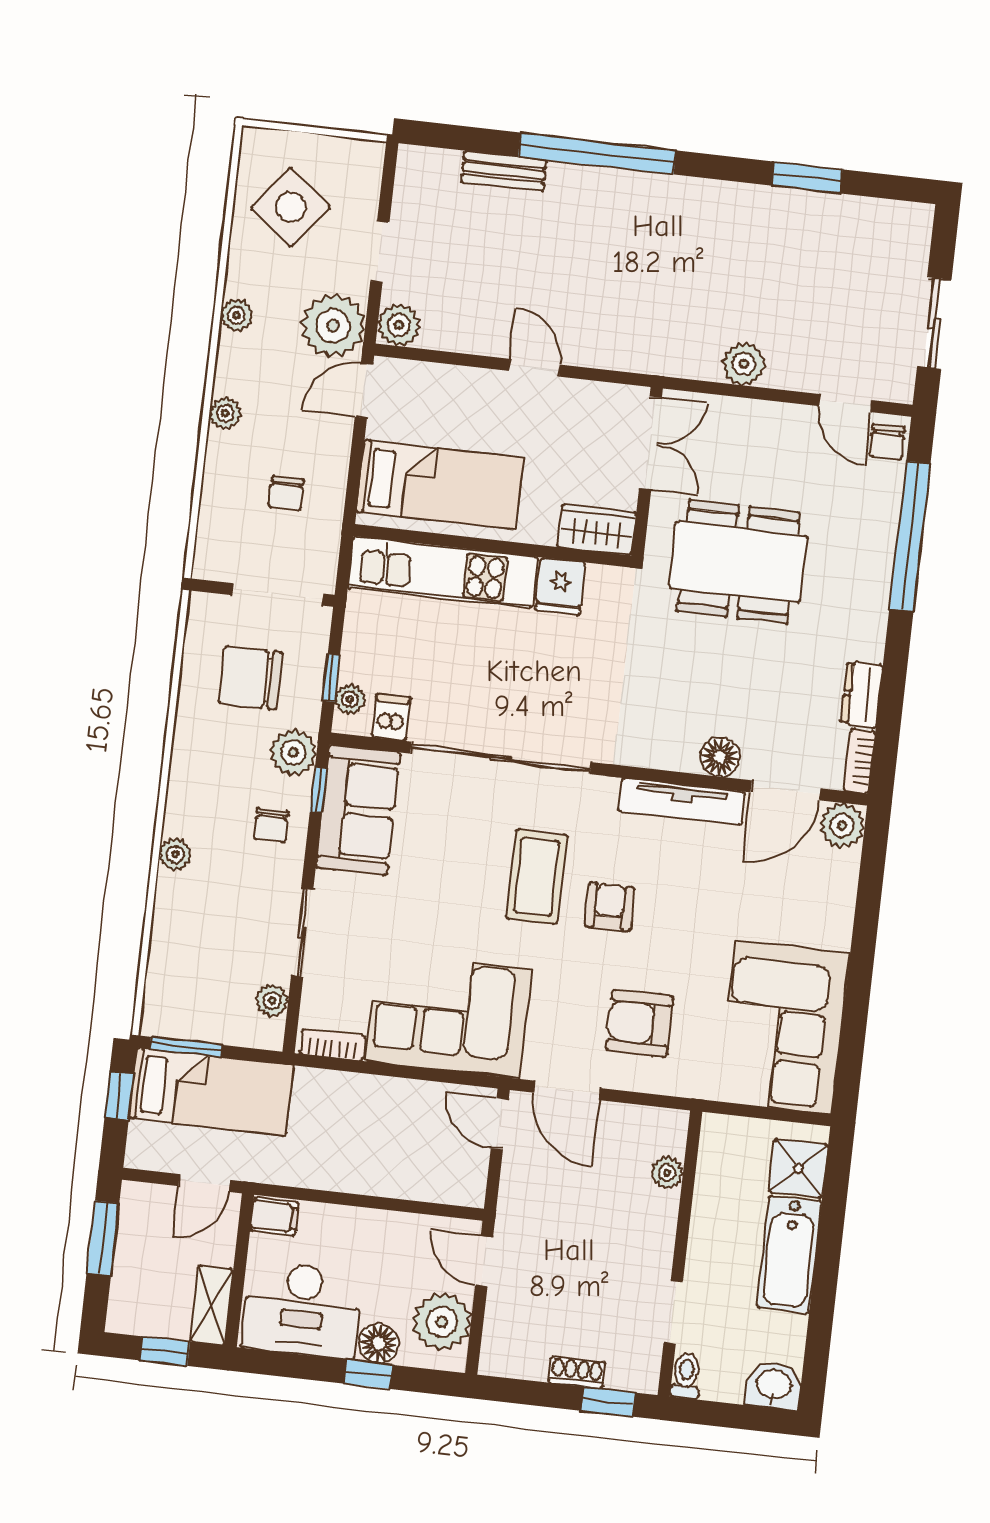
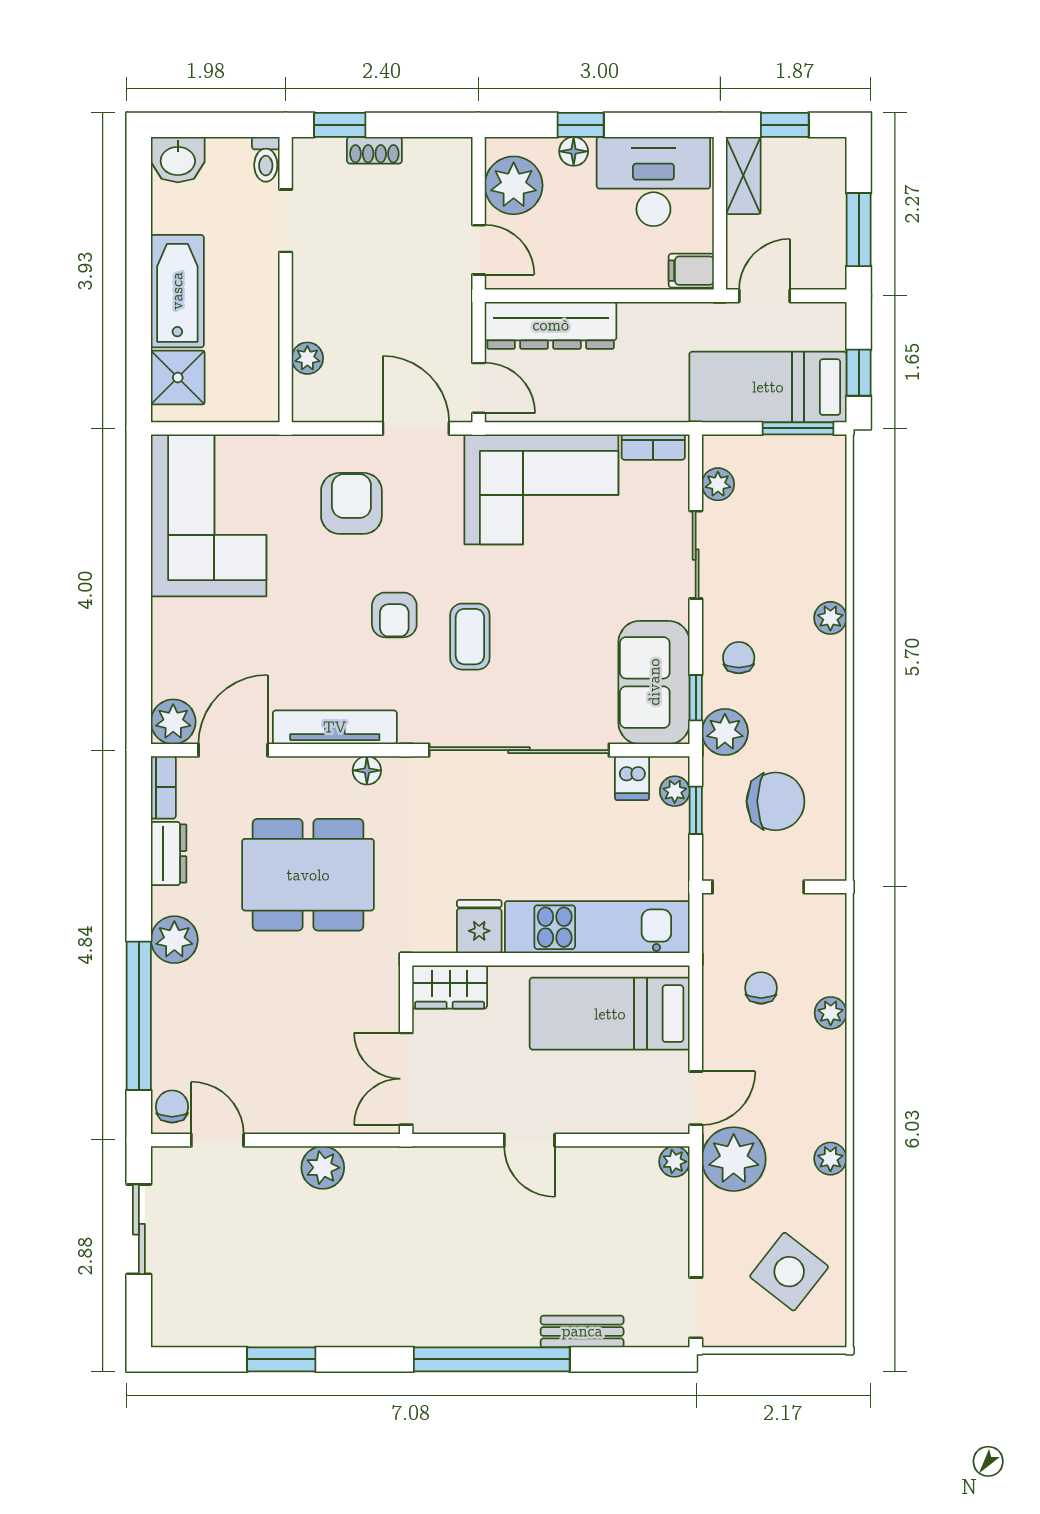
doorway: (380, 252) -> (696, 1308), moved
plant: (399, 325) -> (674, 1162), width x0.73, depth x0.73
plant: (225, 413) -> (831, 1013), moved
dining table: (738, 562) -> (308, 875), moved
plant: (866, 608) -> (174, 940), added
floor lamp: (720, 757) -> (367, 770), moved, width x0.73, depth x0.73
coffee table: (537, 877) -> (470, 637), width x0.73, depth x0.77
armchair: (640, 1023) -> (351, 503), turned -90
dresser: (421, 1178) -> (551, 325), added
floor lamp: (379, 1343) -> (574, 151), width x0.73, depth x0.73

